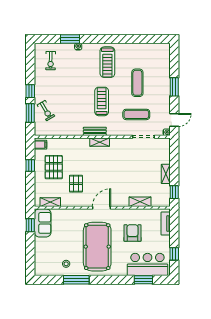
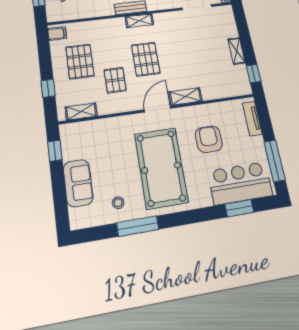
window: (30, 165) -> (48, 88), moved
pallet: (99, 171) -> (146, 59), added
shelving: (140, 202) -> (185, 96), moved
sofa: (43, 223) -> (78, 183), moved
window: (174, 254) -> (275, 161), width x2.17

